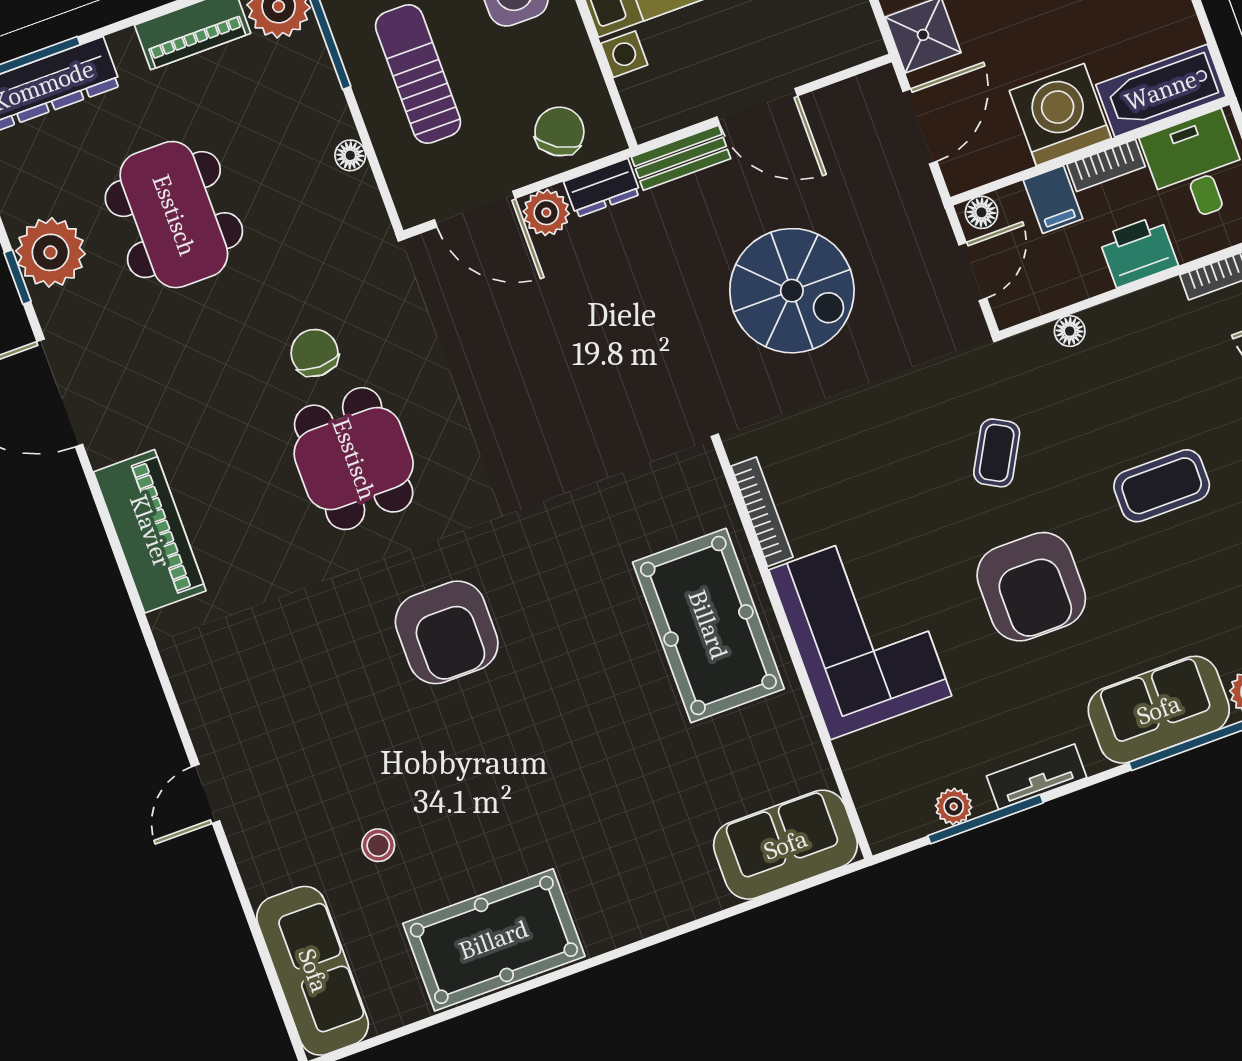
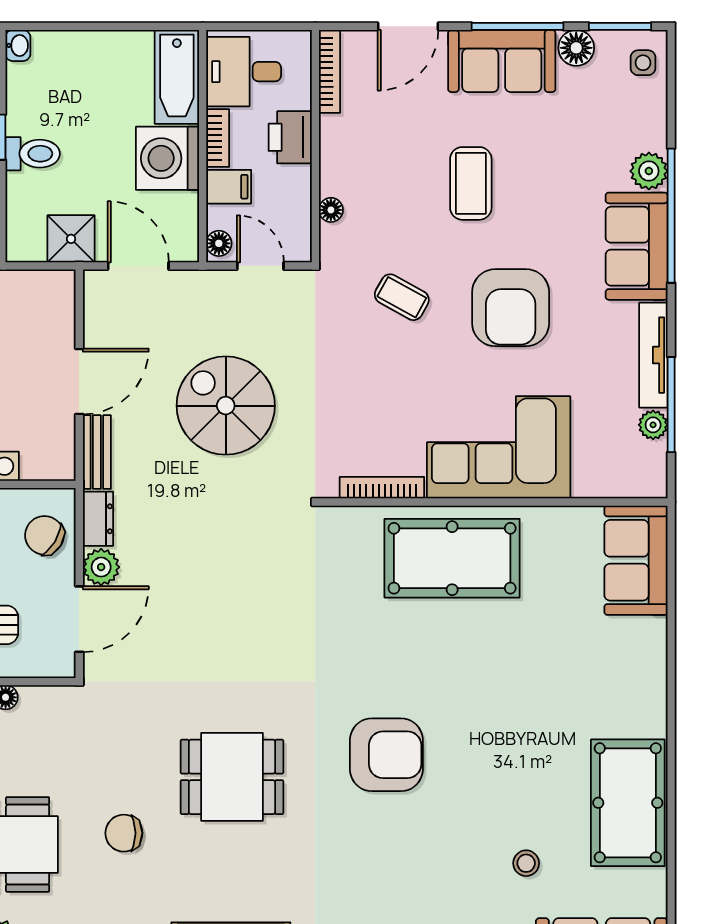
spiral stairs: (792, 291) -> (226, 406), turned -90
chair: (315, 353) -> (124, 833), moved
armchair: (1031, 587) -> (511, 308), turned 90
tv unit: (1037, 777) -> (653, 355), width x1.41

